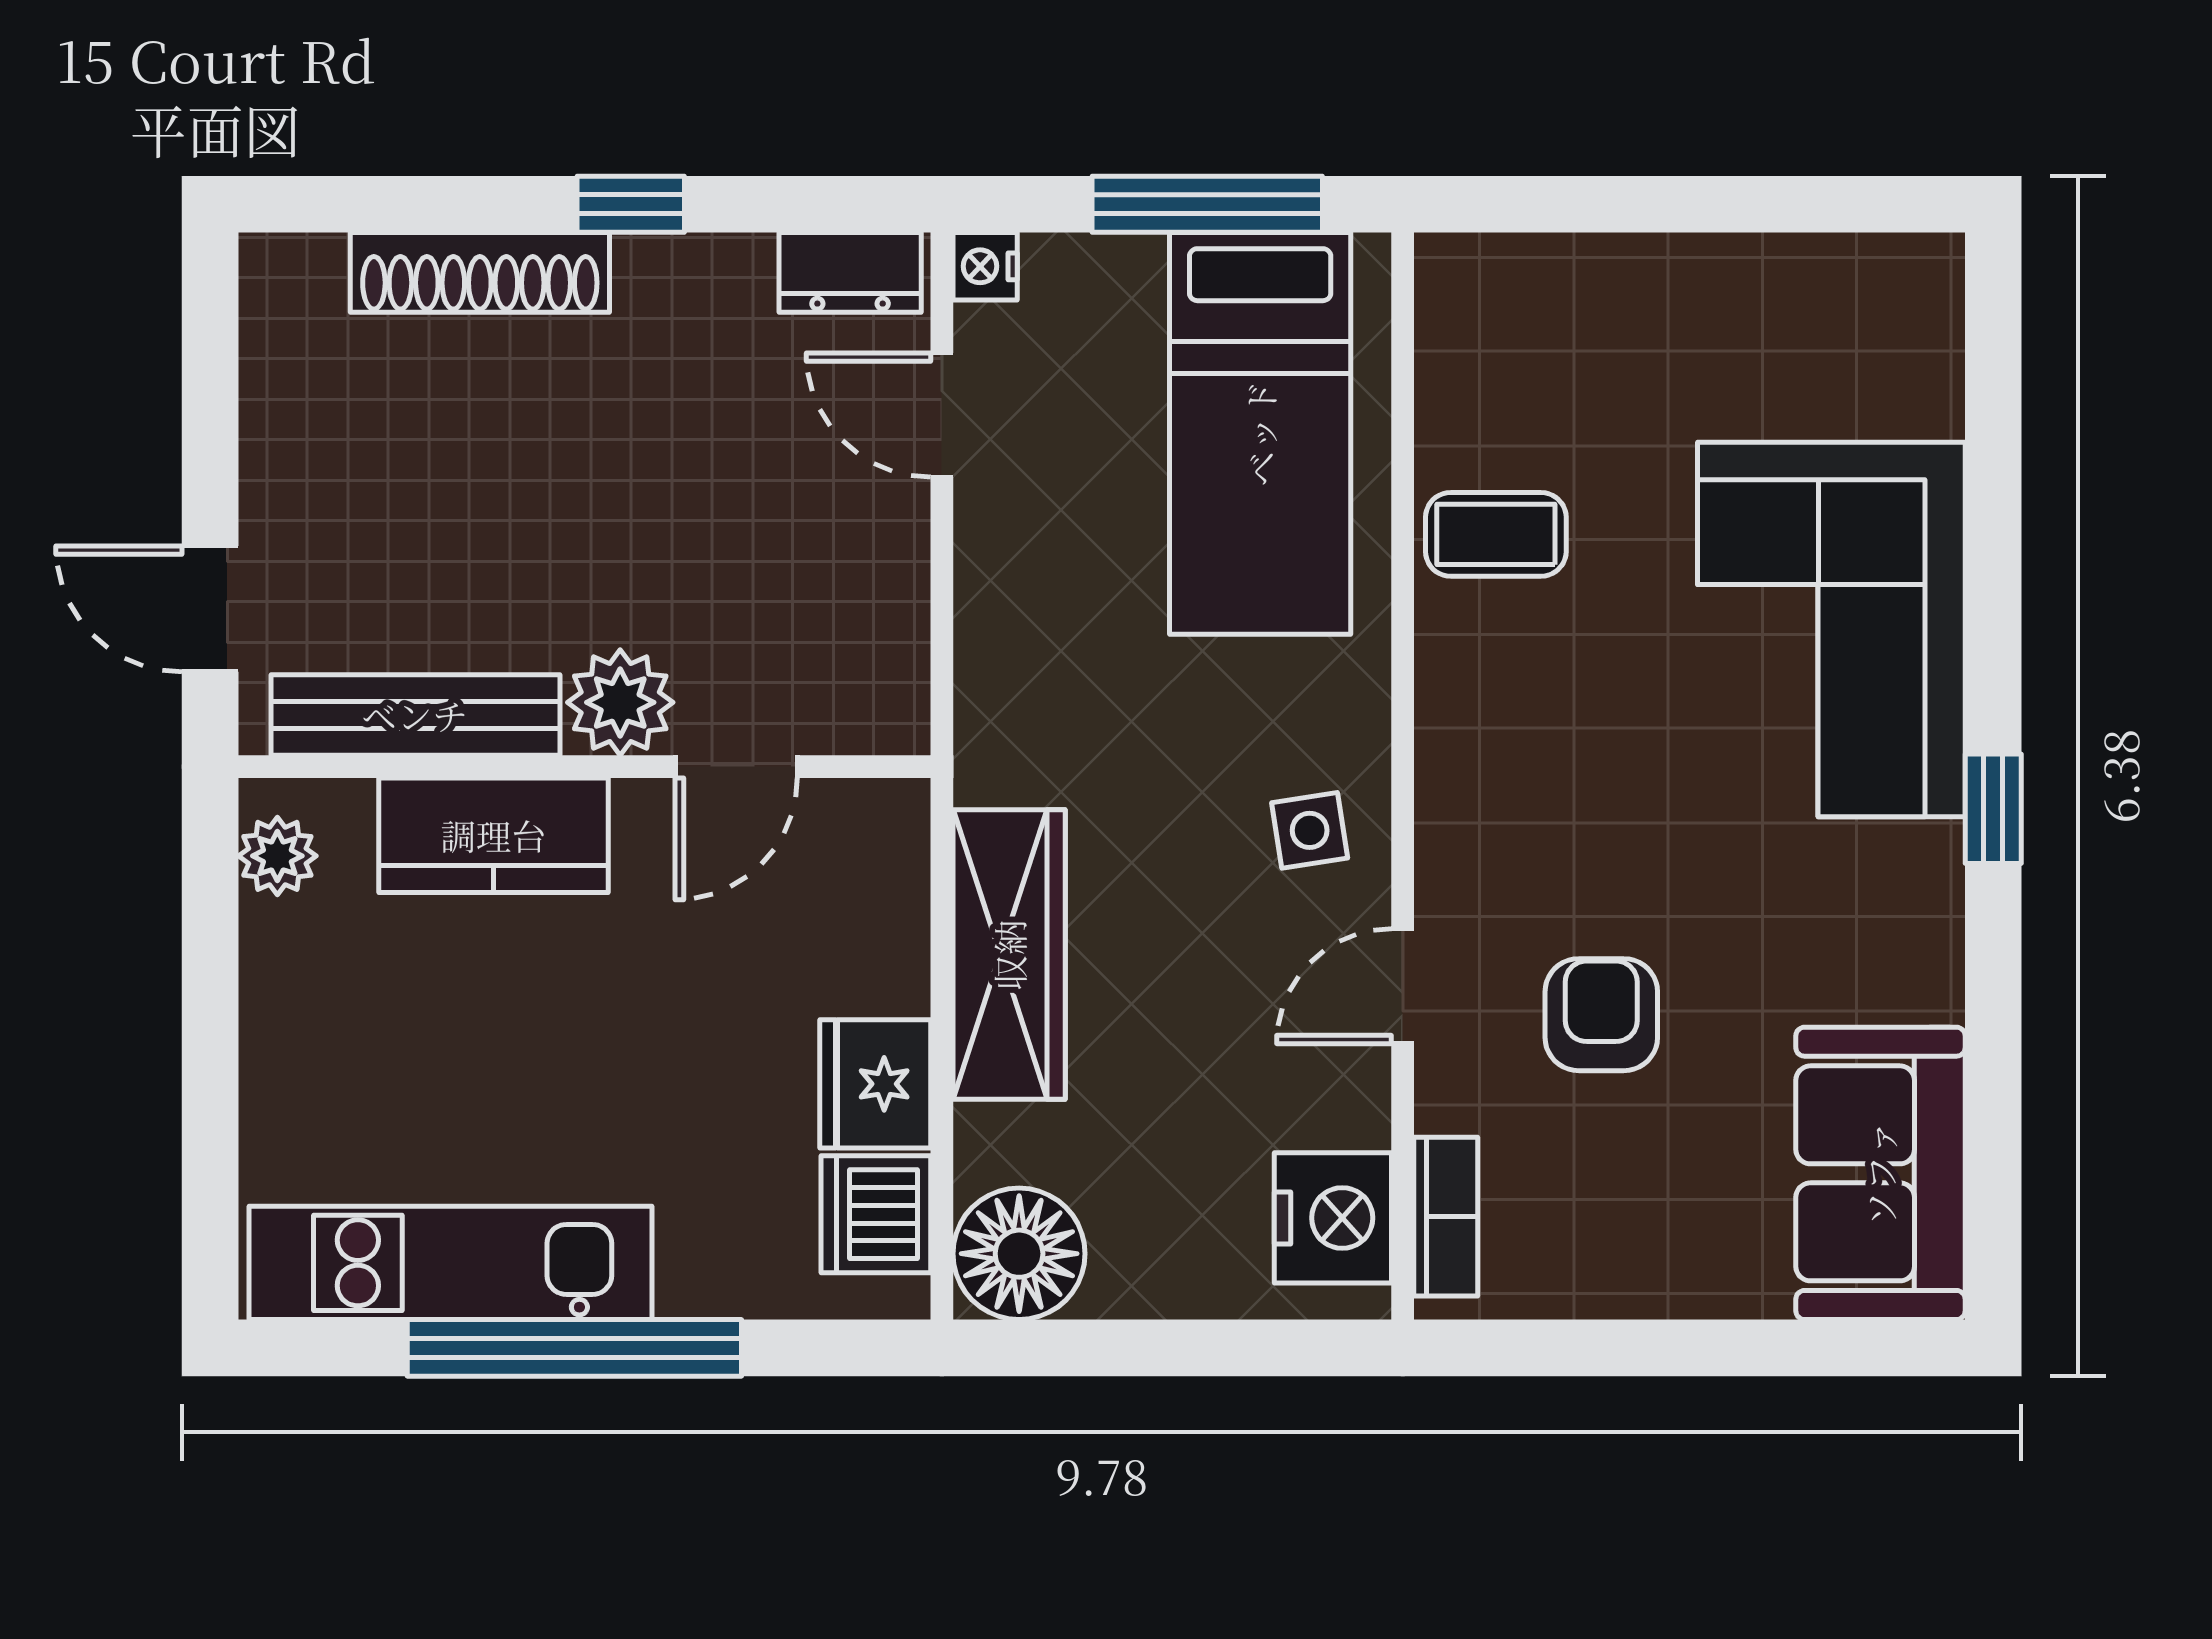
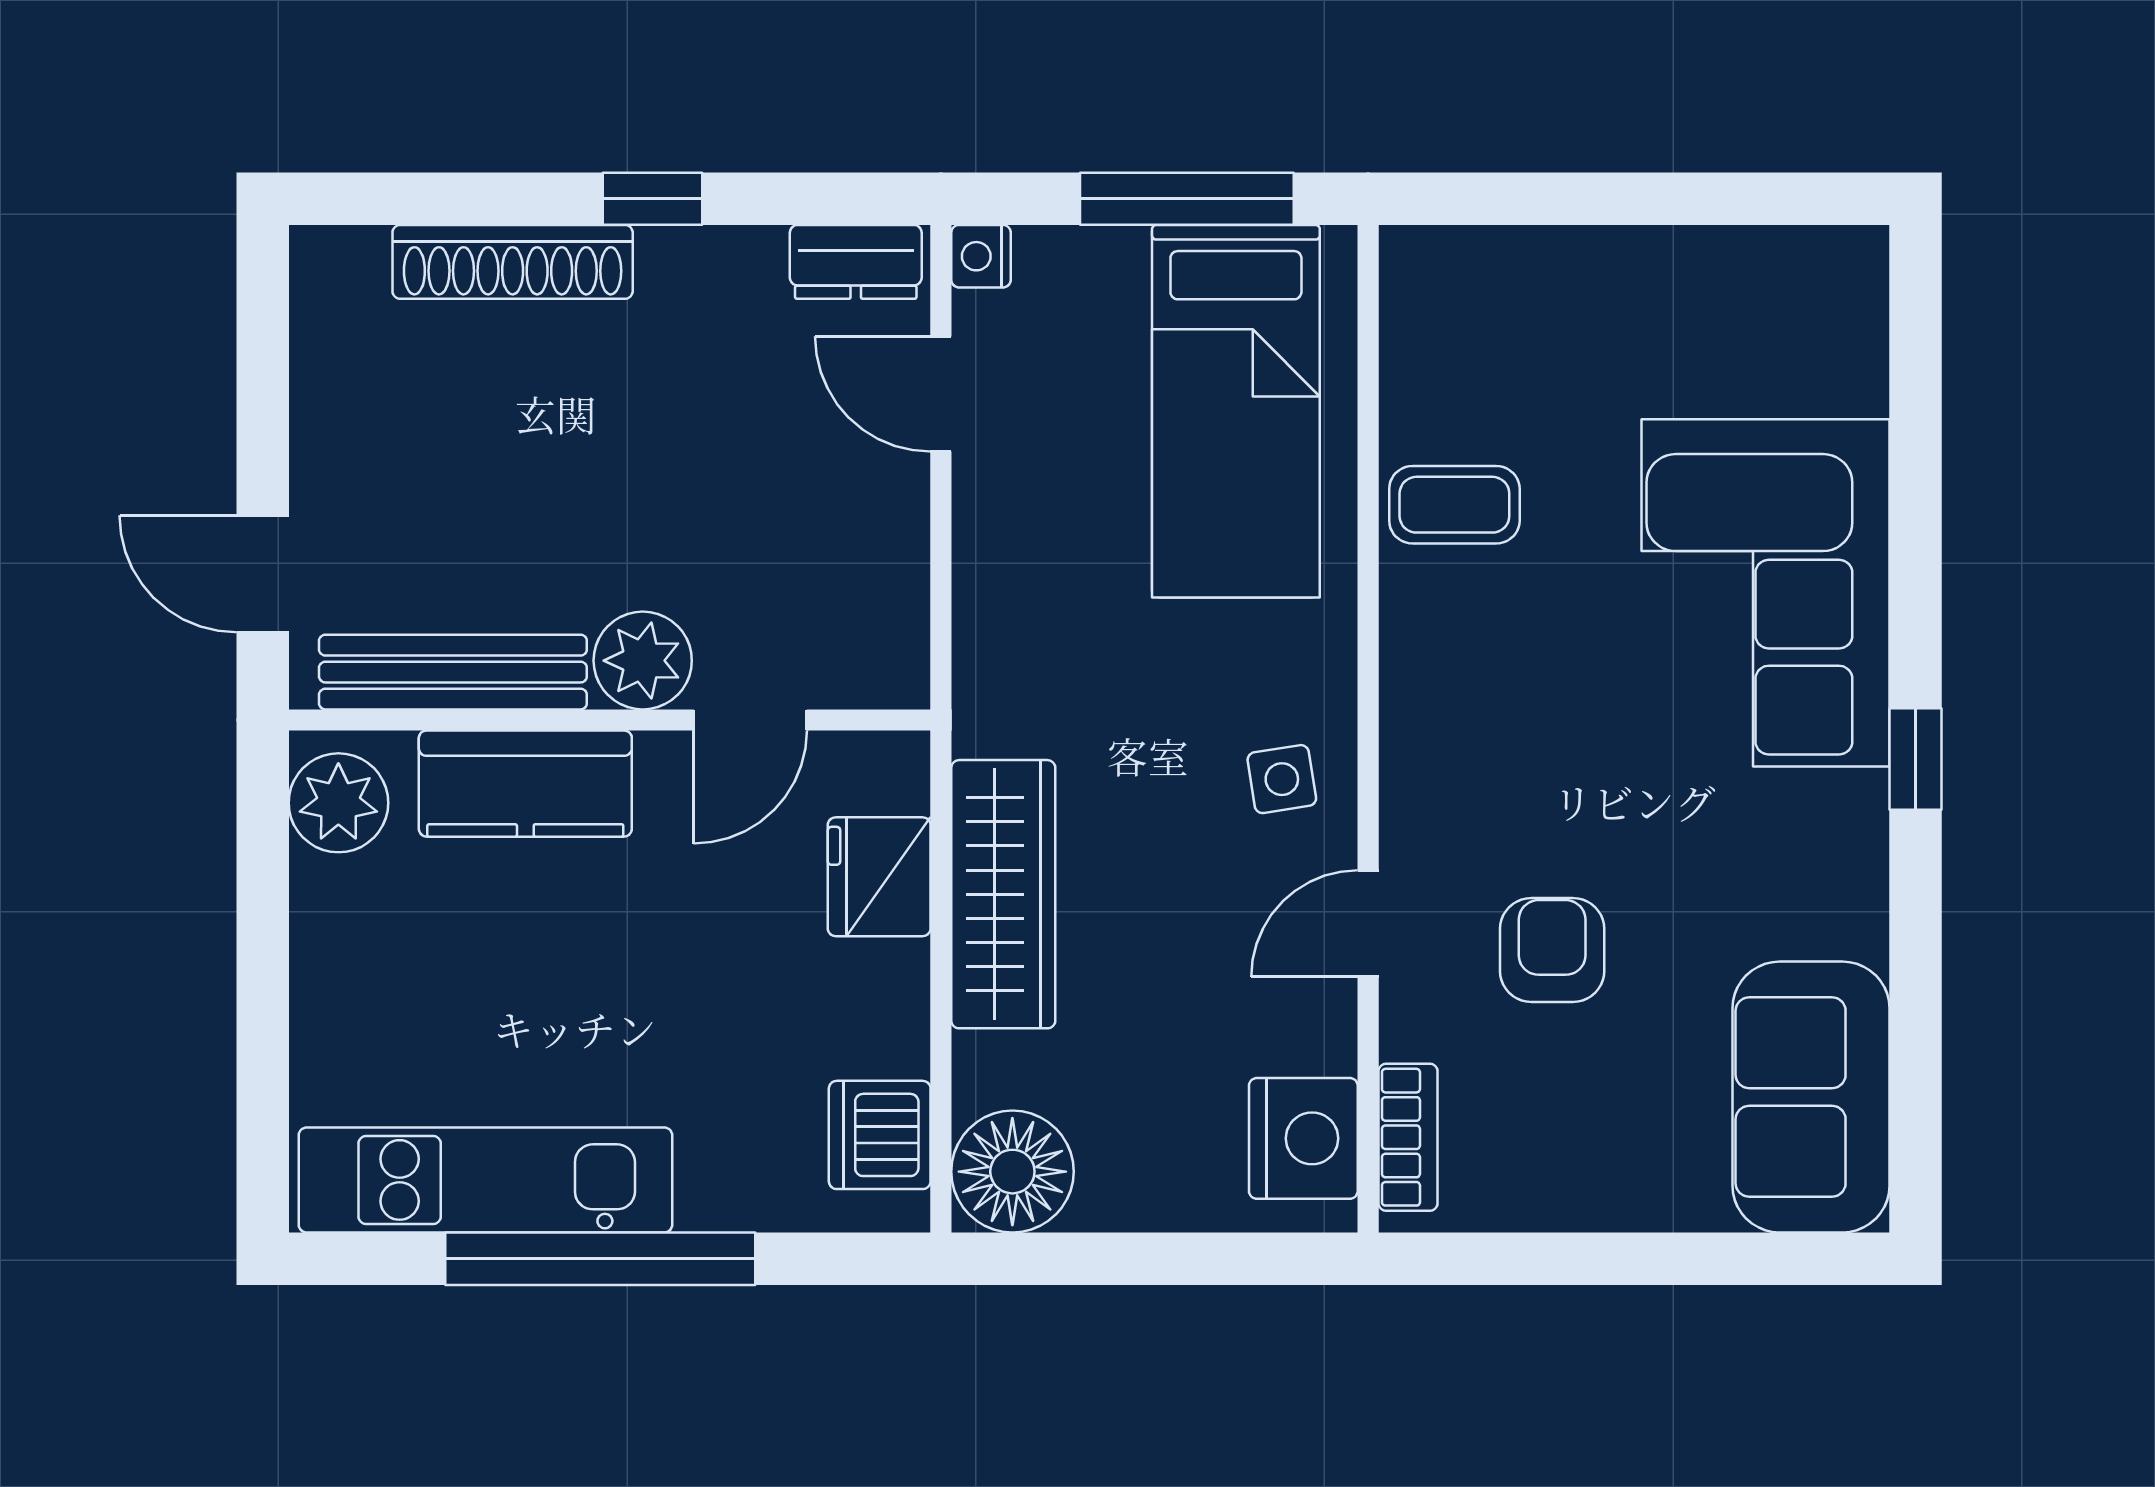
plant: (277, 856) -> (338, 803), width x1.38, depth x1.38
fridge: (875, 1084) -> (879, 877), moved

